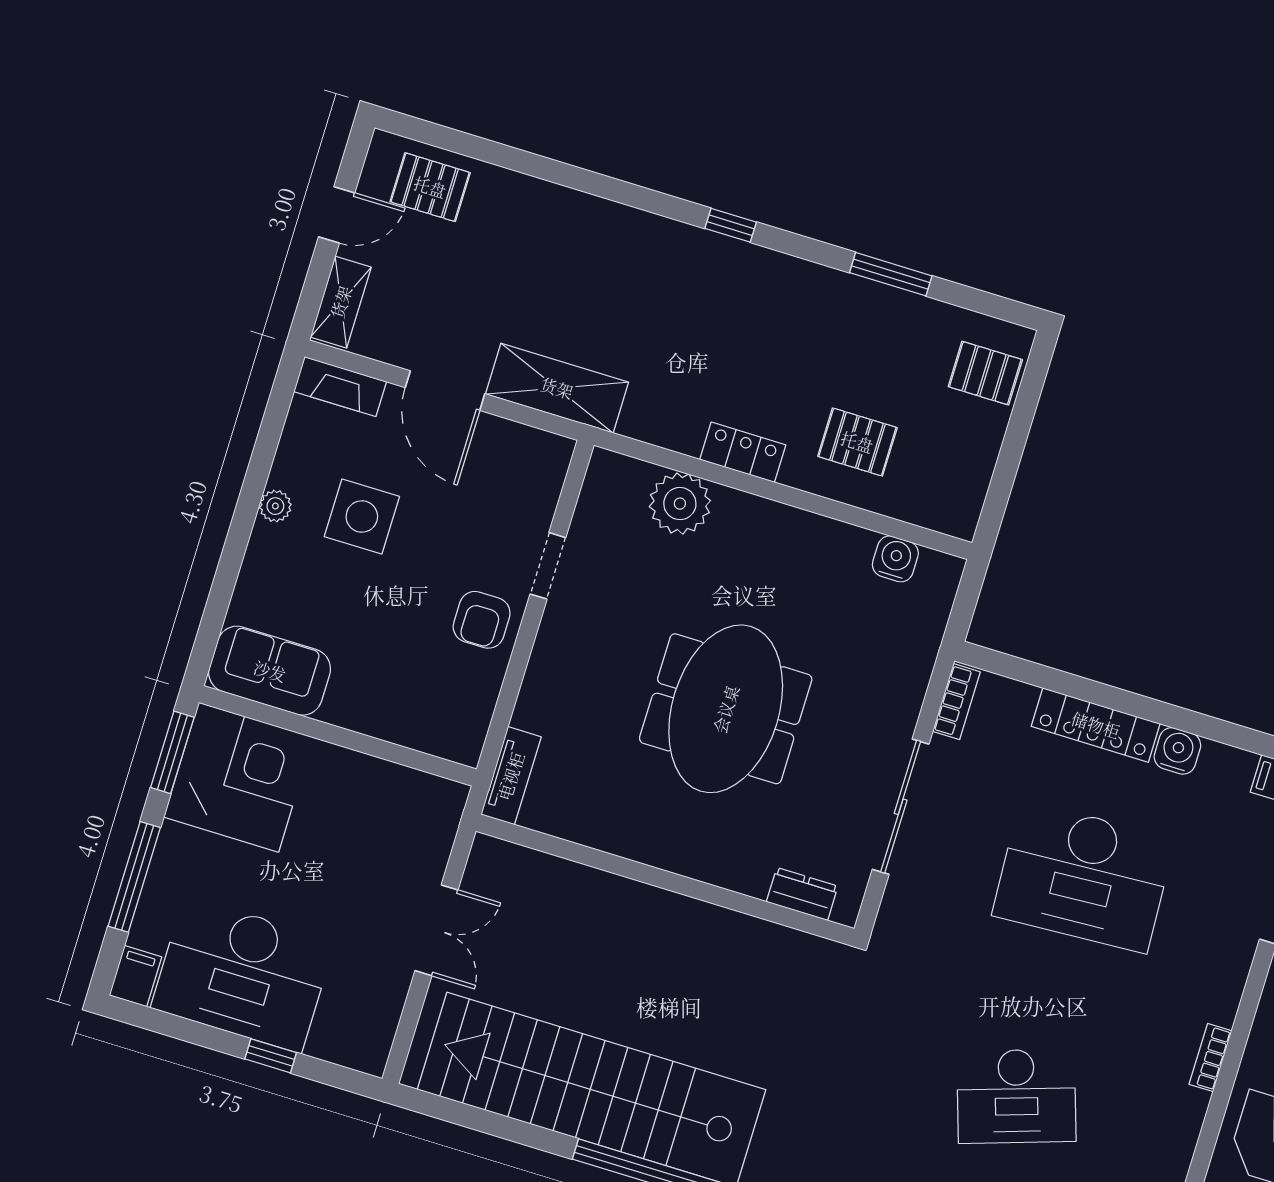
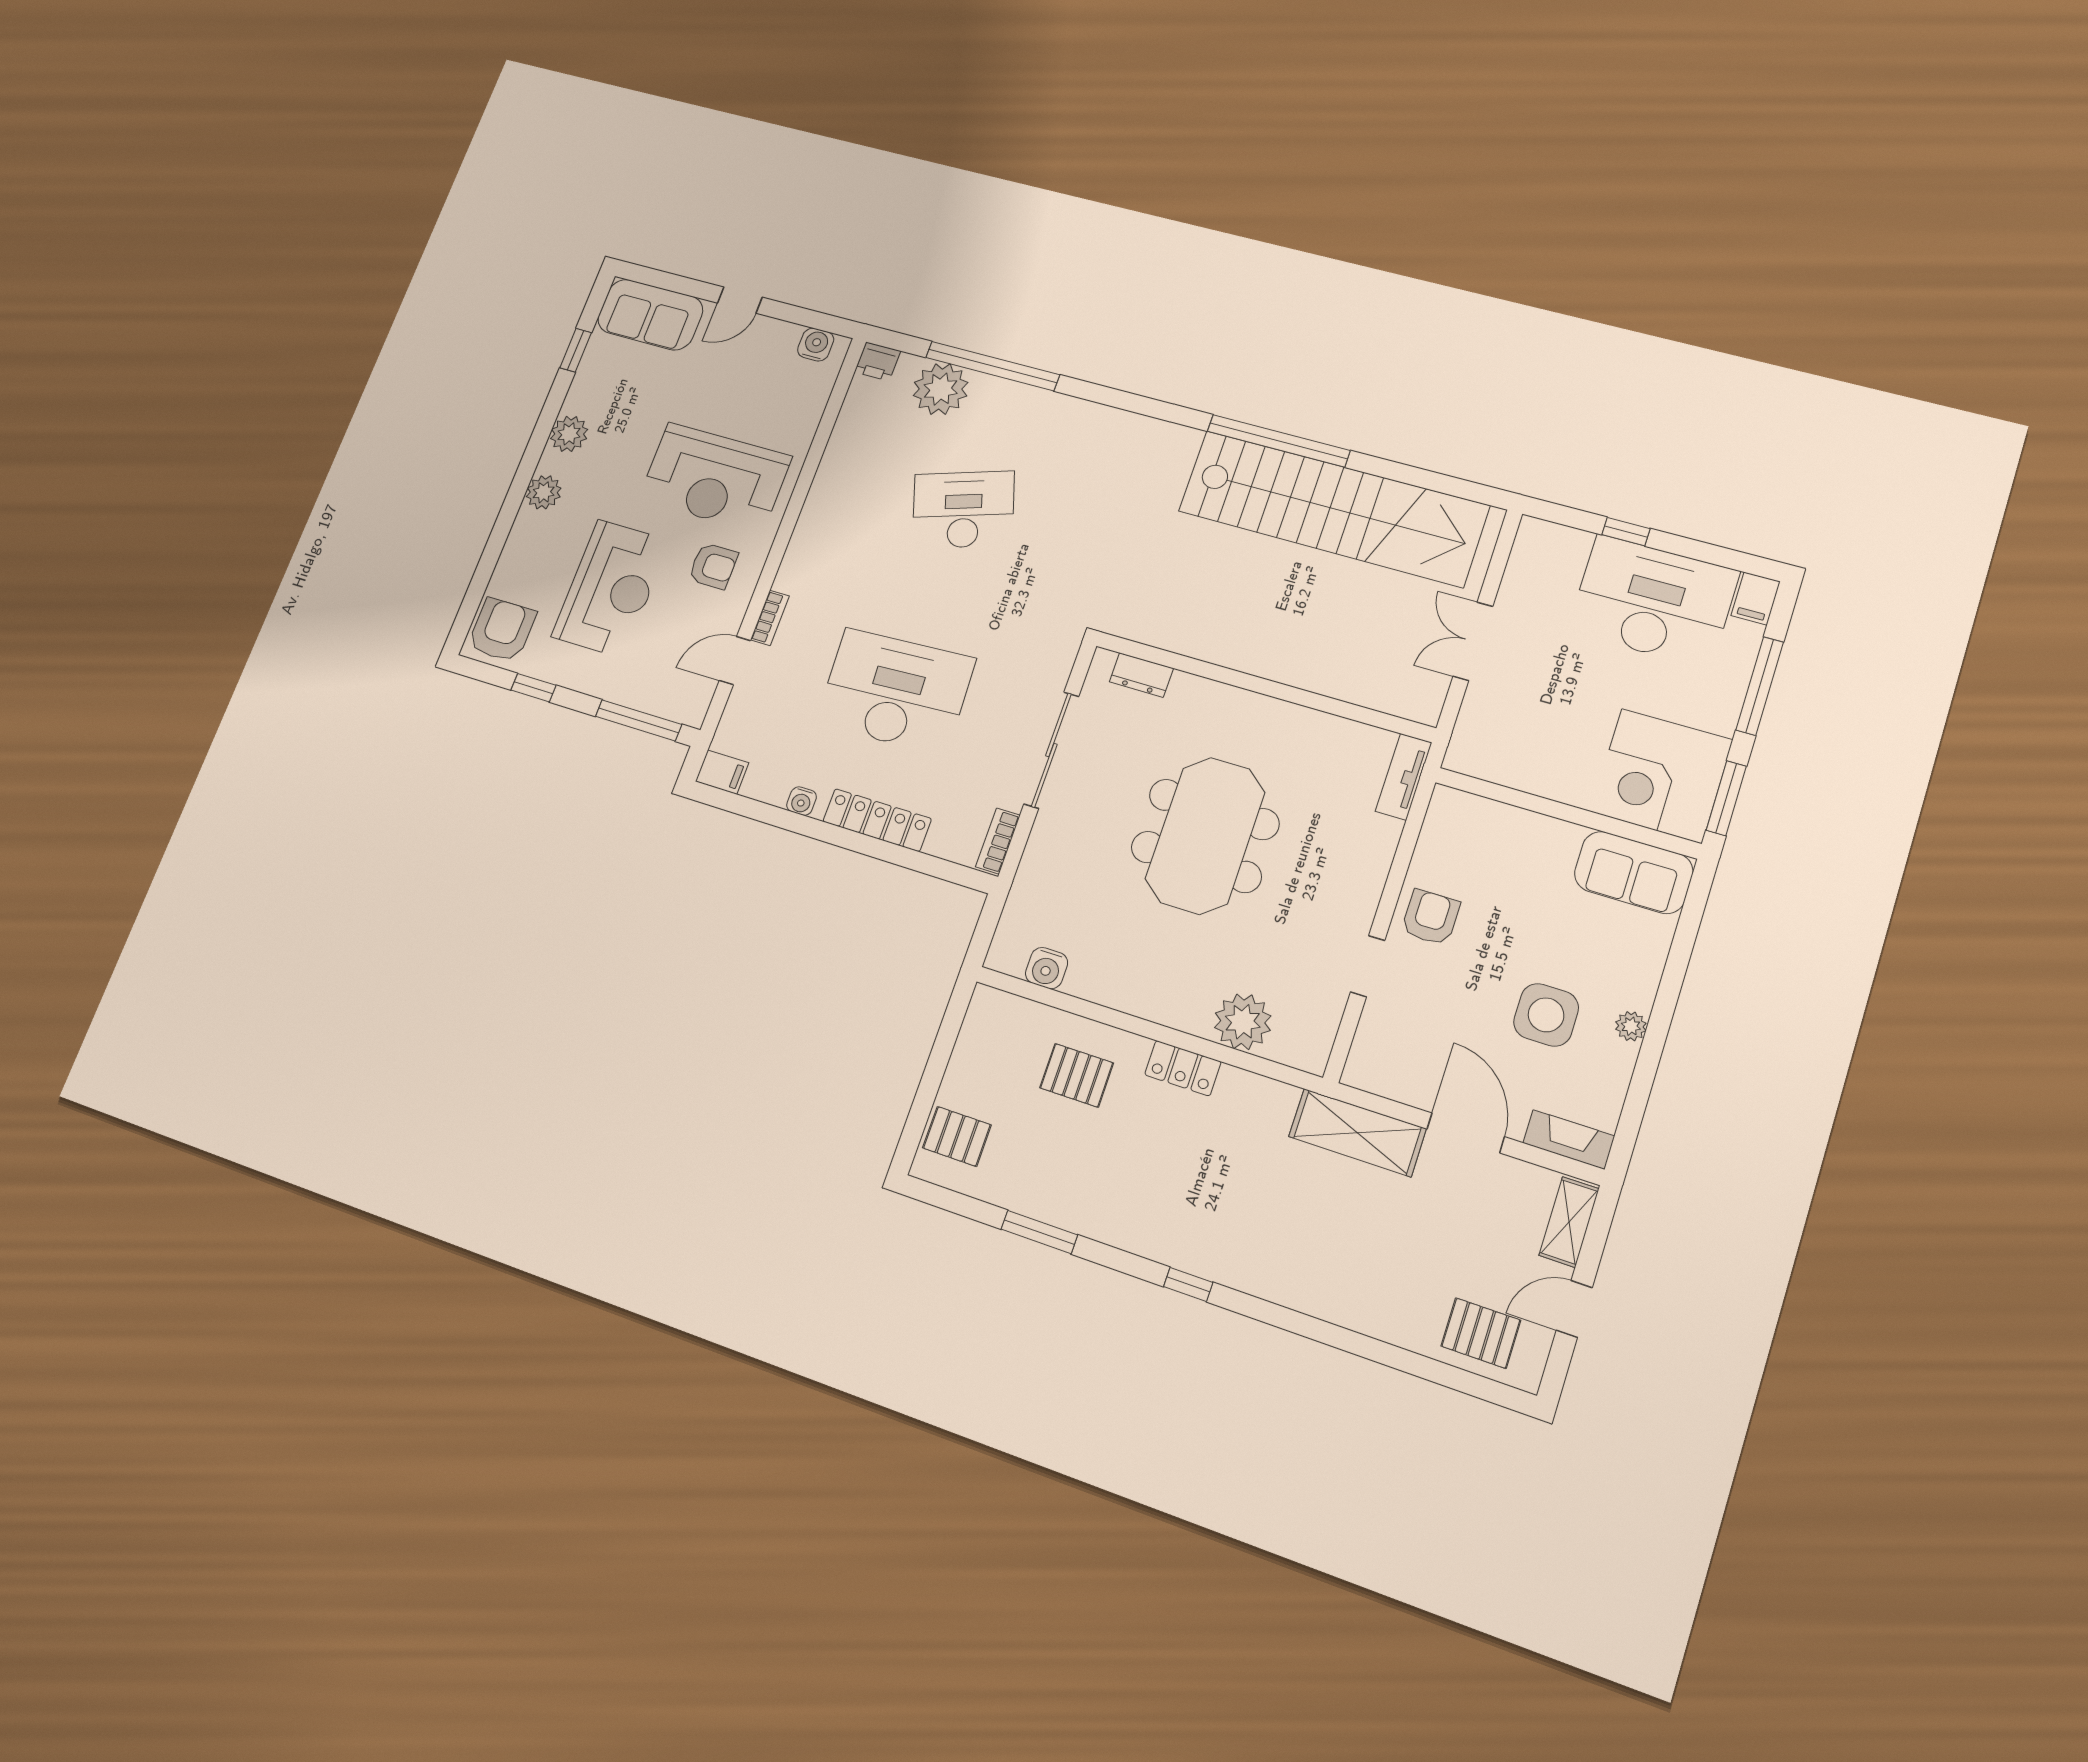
water cooler: (1177, 751) -> (802, 801), width x0.72, depth x0.72
bookcase: (1210, 1058) -> (770, 618), moved

